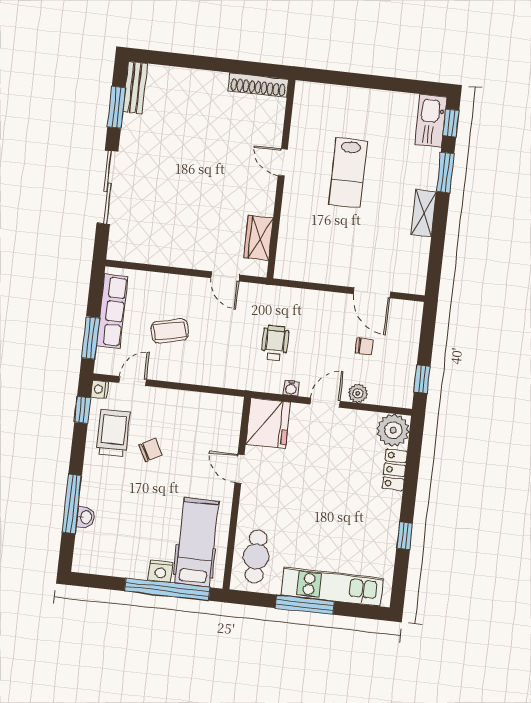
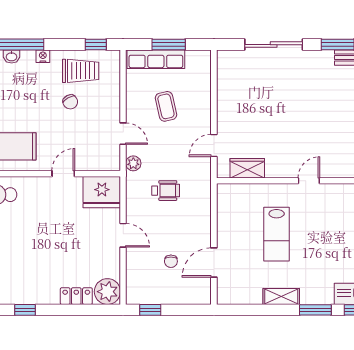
lab bench: (348, 173) -> (277, 234), moved, turned -90
row of seats: (112, 311) -> (156, 59), moved
window: (91, 338) -> (169, 45), moved
door: (133, 381) -> (123, 134), moved
water cooler: (291, 388) -> (132, 207), removed
nightstand: (100, 389) -> (43, 56), moved
plant: (358, 393) -> (133, 163), moved

